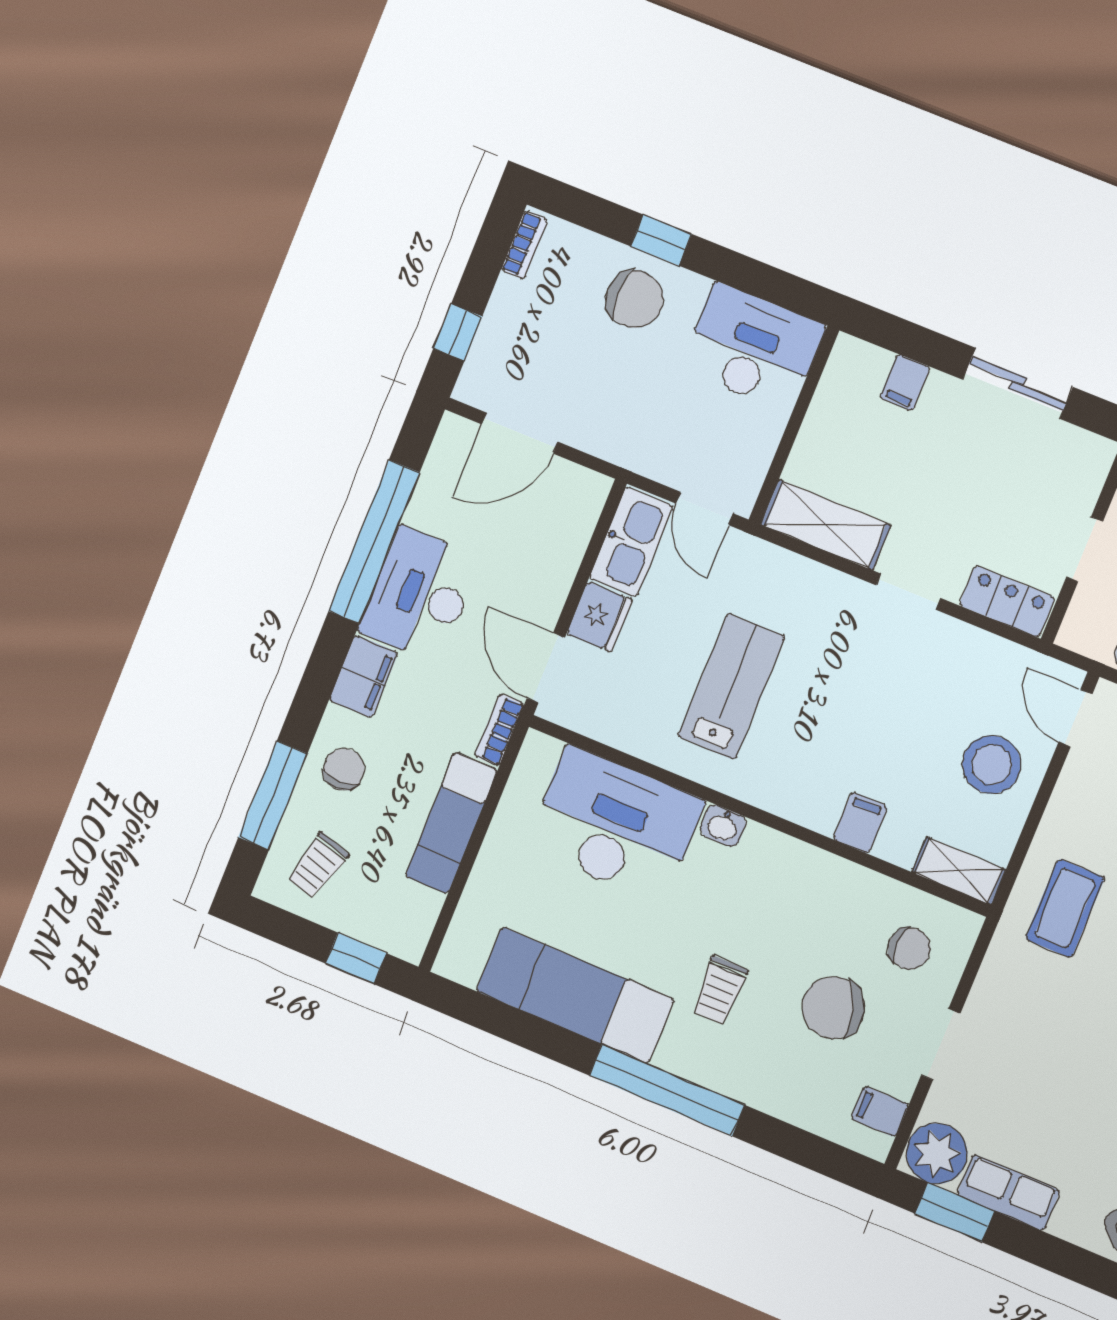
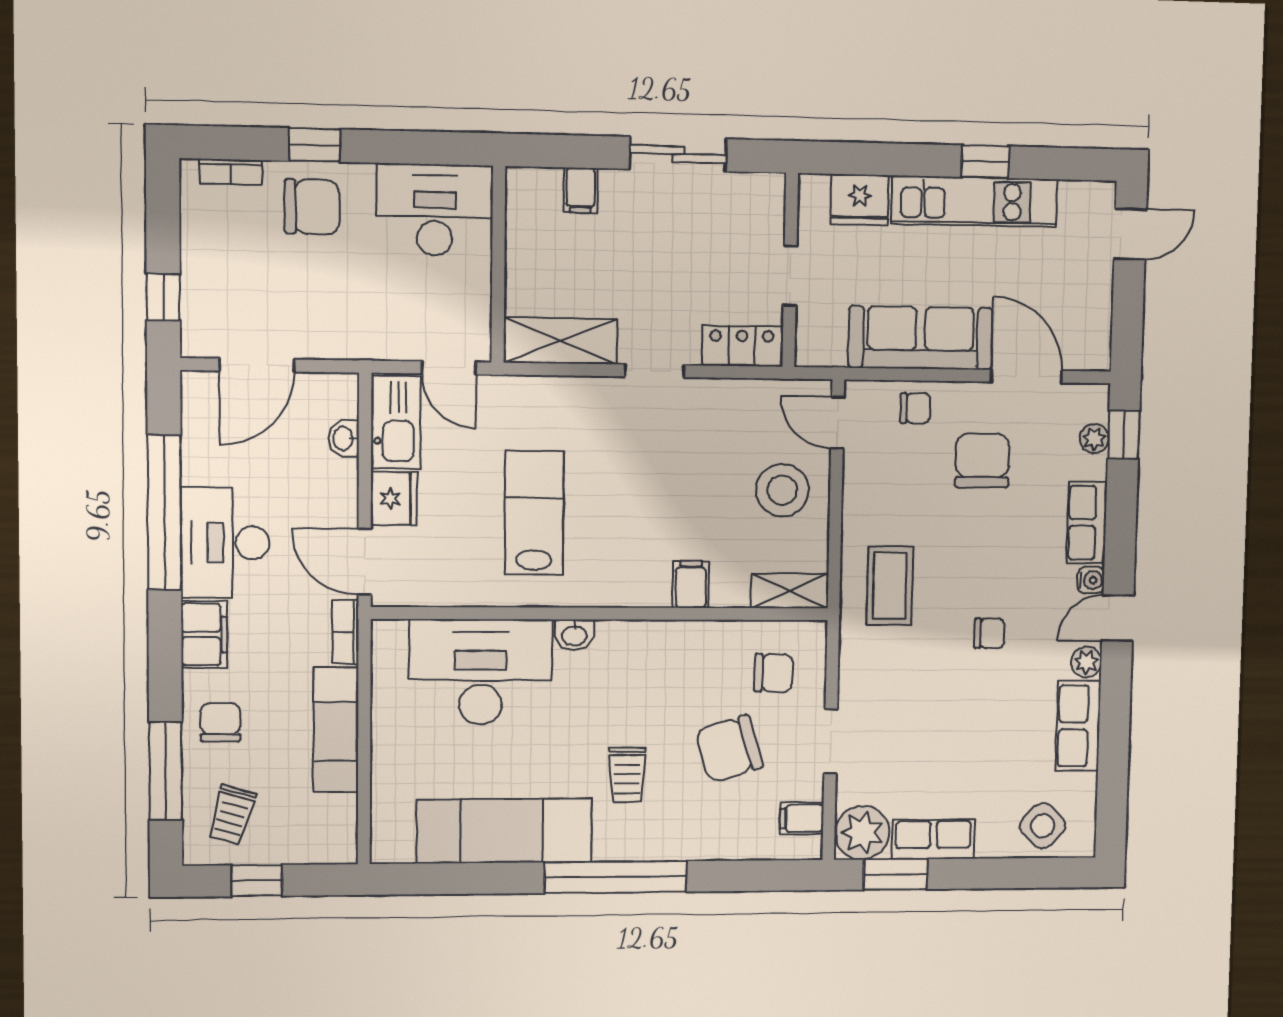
bookcase: (524, 245) -> (231, 172), moved, turned 90
washbasin: (574, 538) -> (344, 439), added
window: (356, 958) -> (257, 881), moved

